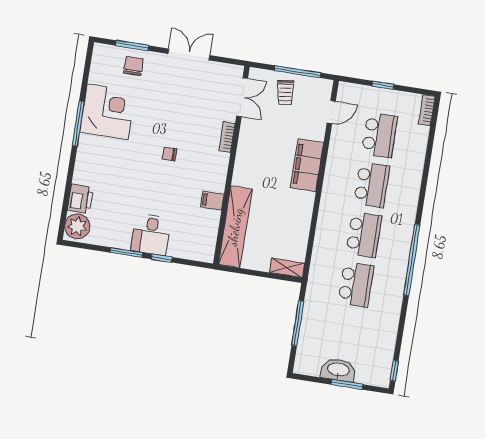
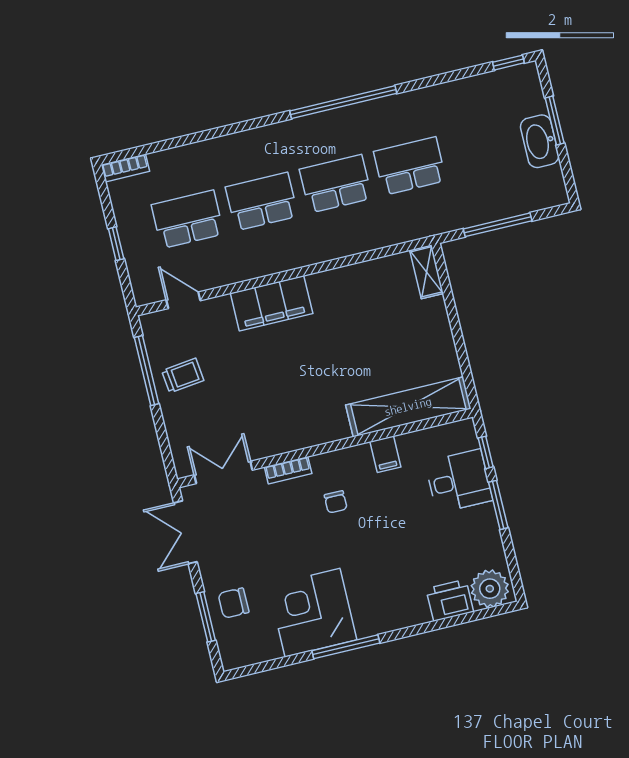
double door: (242, 97) -> (223, 472), moved
bookcase: (227, 137) -> (288, 470), moved
wall: (231, 165) -> (325, 448), moved
filing cabinet: (212, 201) -> (385, 454), moved
shelving: (235, 227) -> (408, 407), moved

